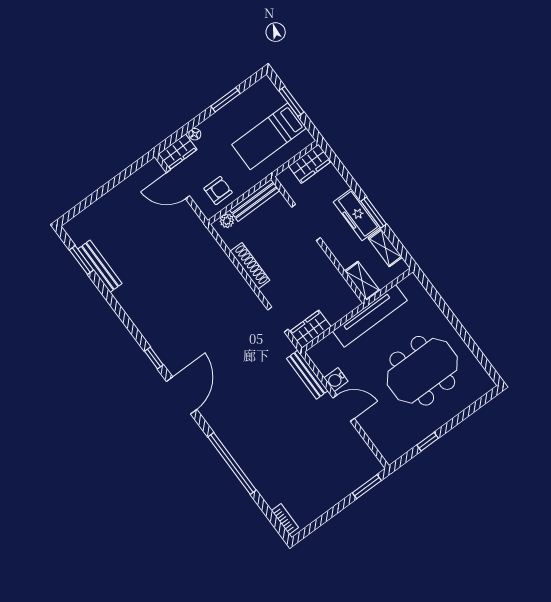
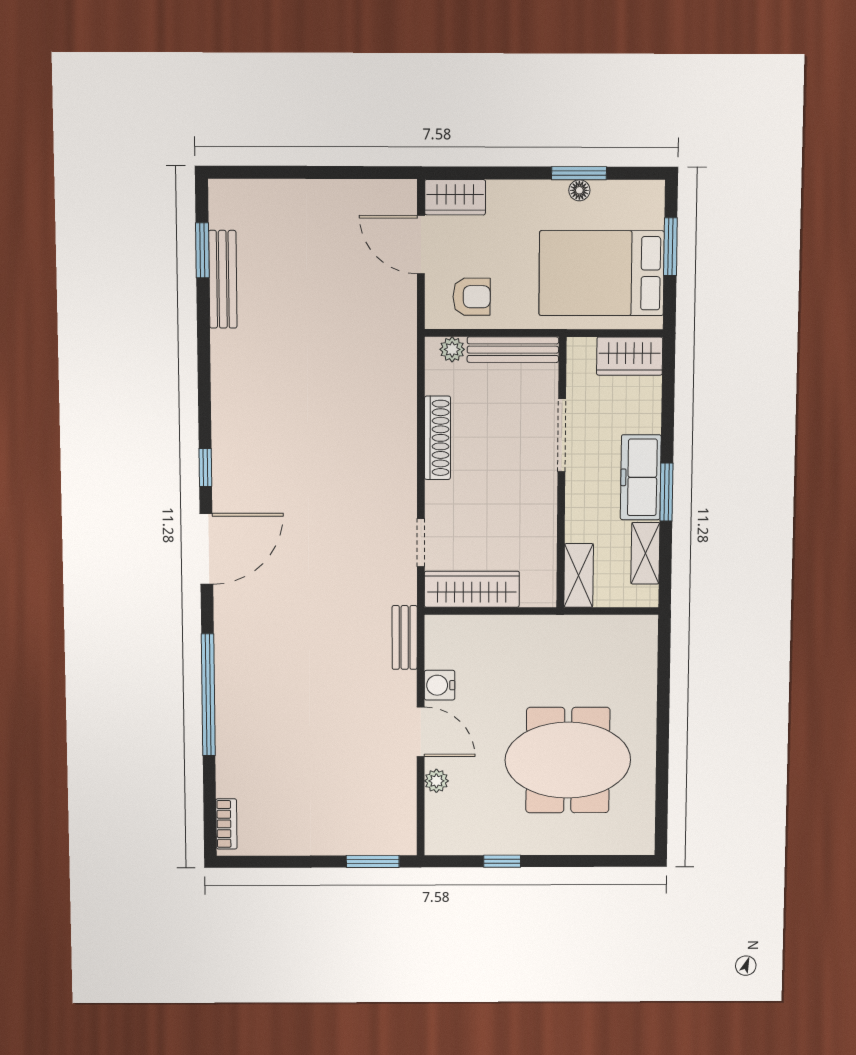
floor lamp: (195, 134) -> (579, 190), moved
bed: (269, 136) -> (602, 273), width x1.50
tv unit: (370, 316) -> (553, 632), removed
wardrobe: (310, 329) -> (472, 589), width x1.50
bench: (307, 375) -> (405, 637), width x0.73
plant: (368, 426) -> (436, 781), added

